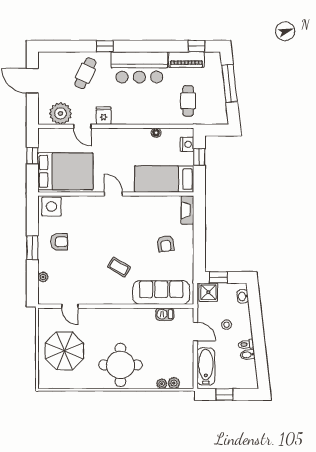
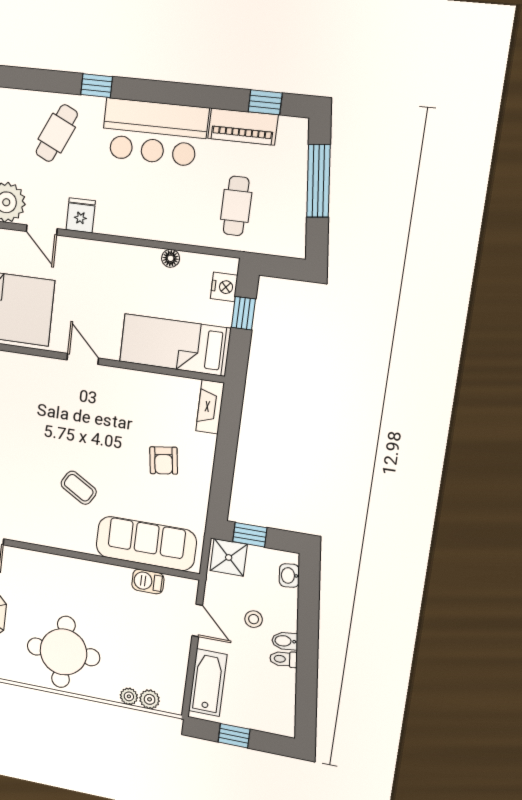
bidet: (248, 355) -> (285, 641), moved

